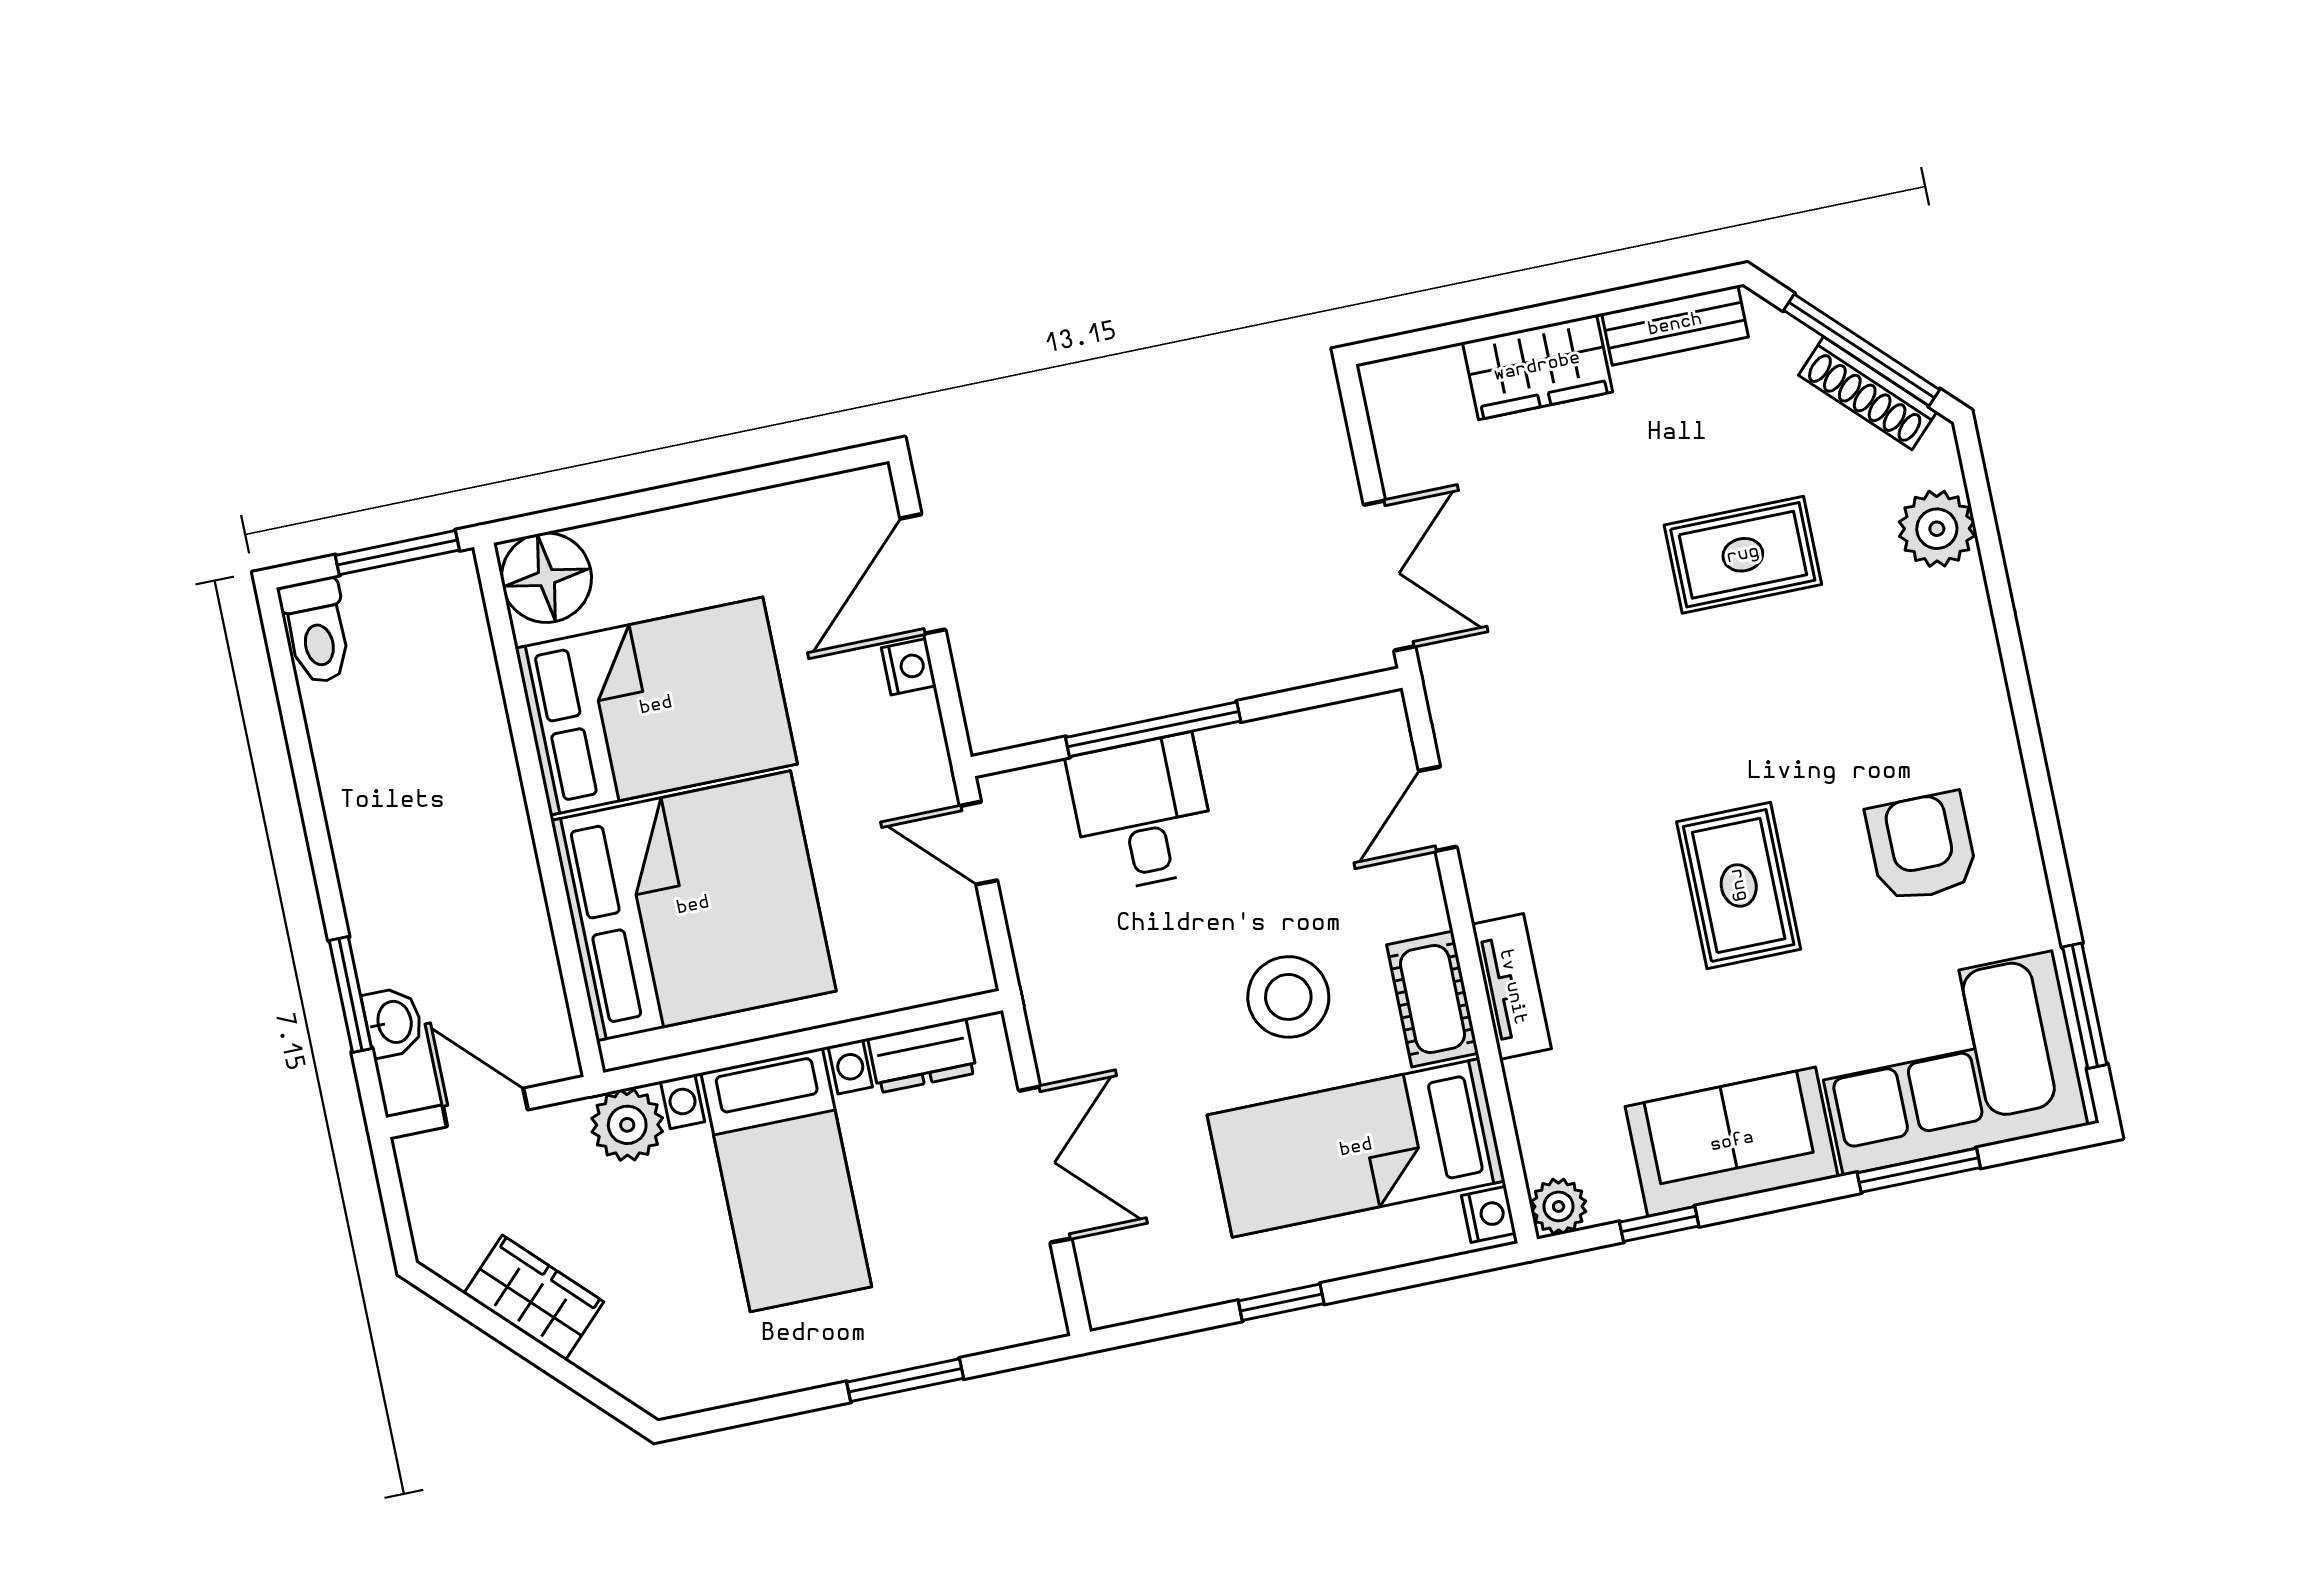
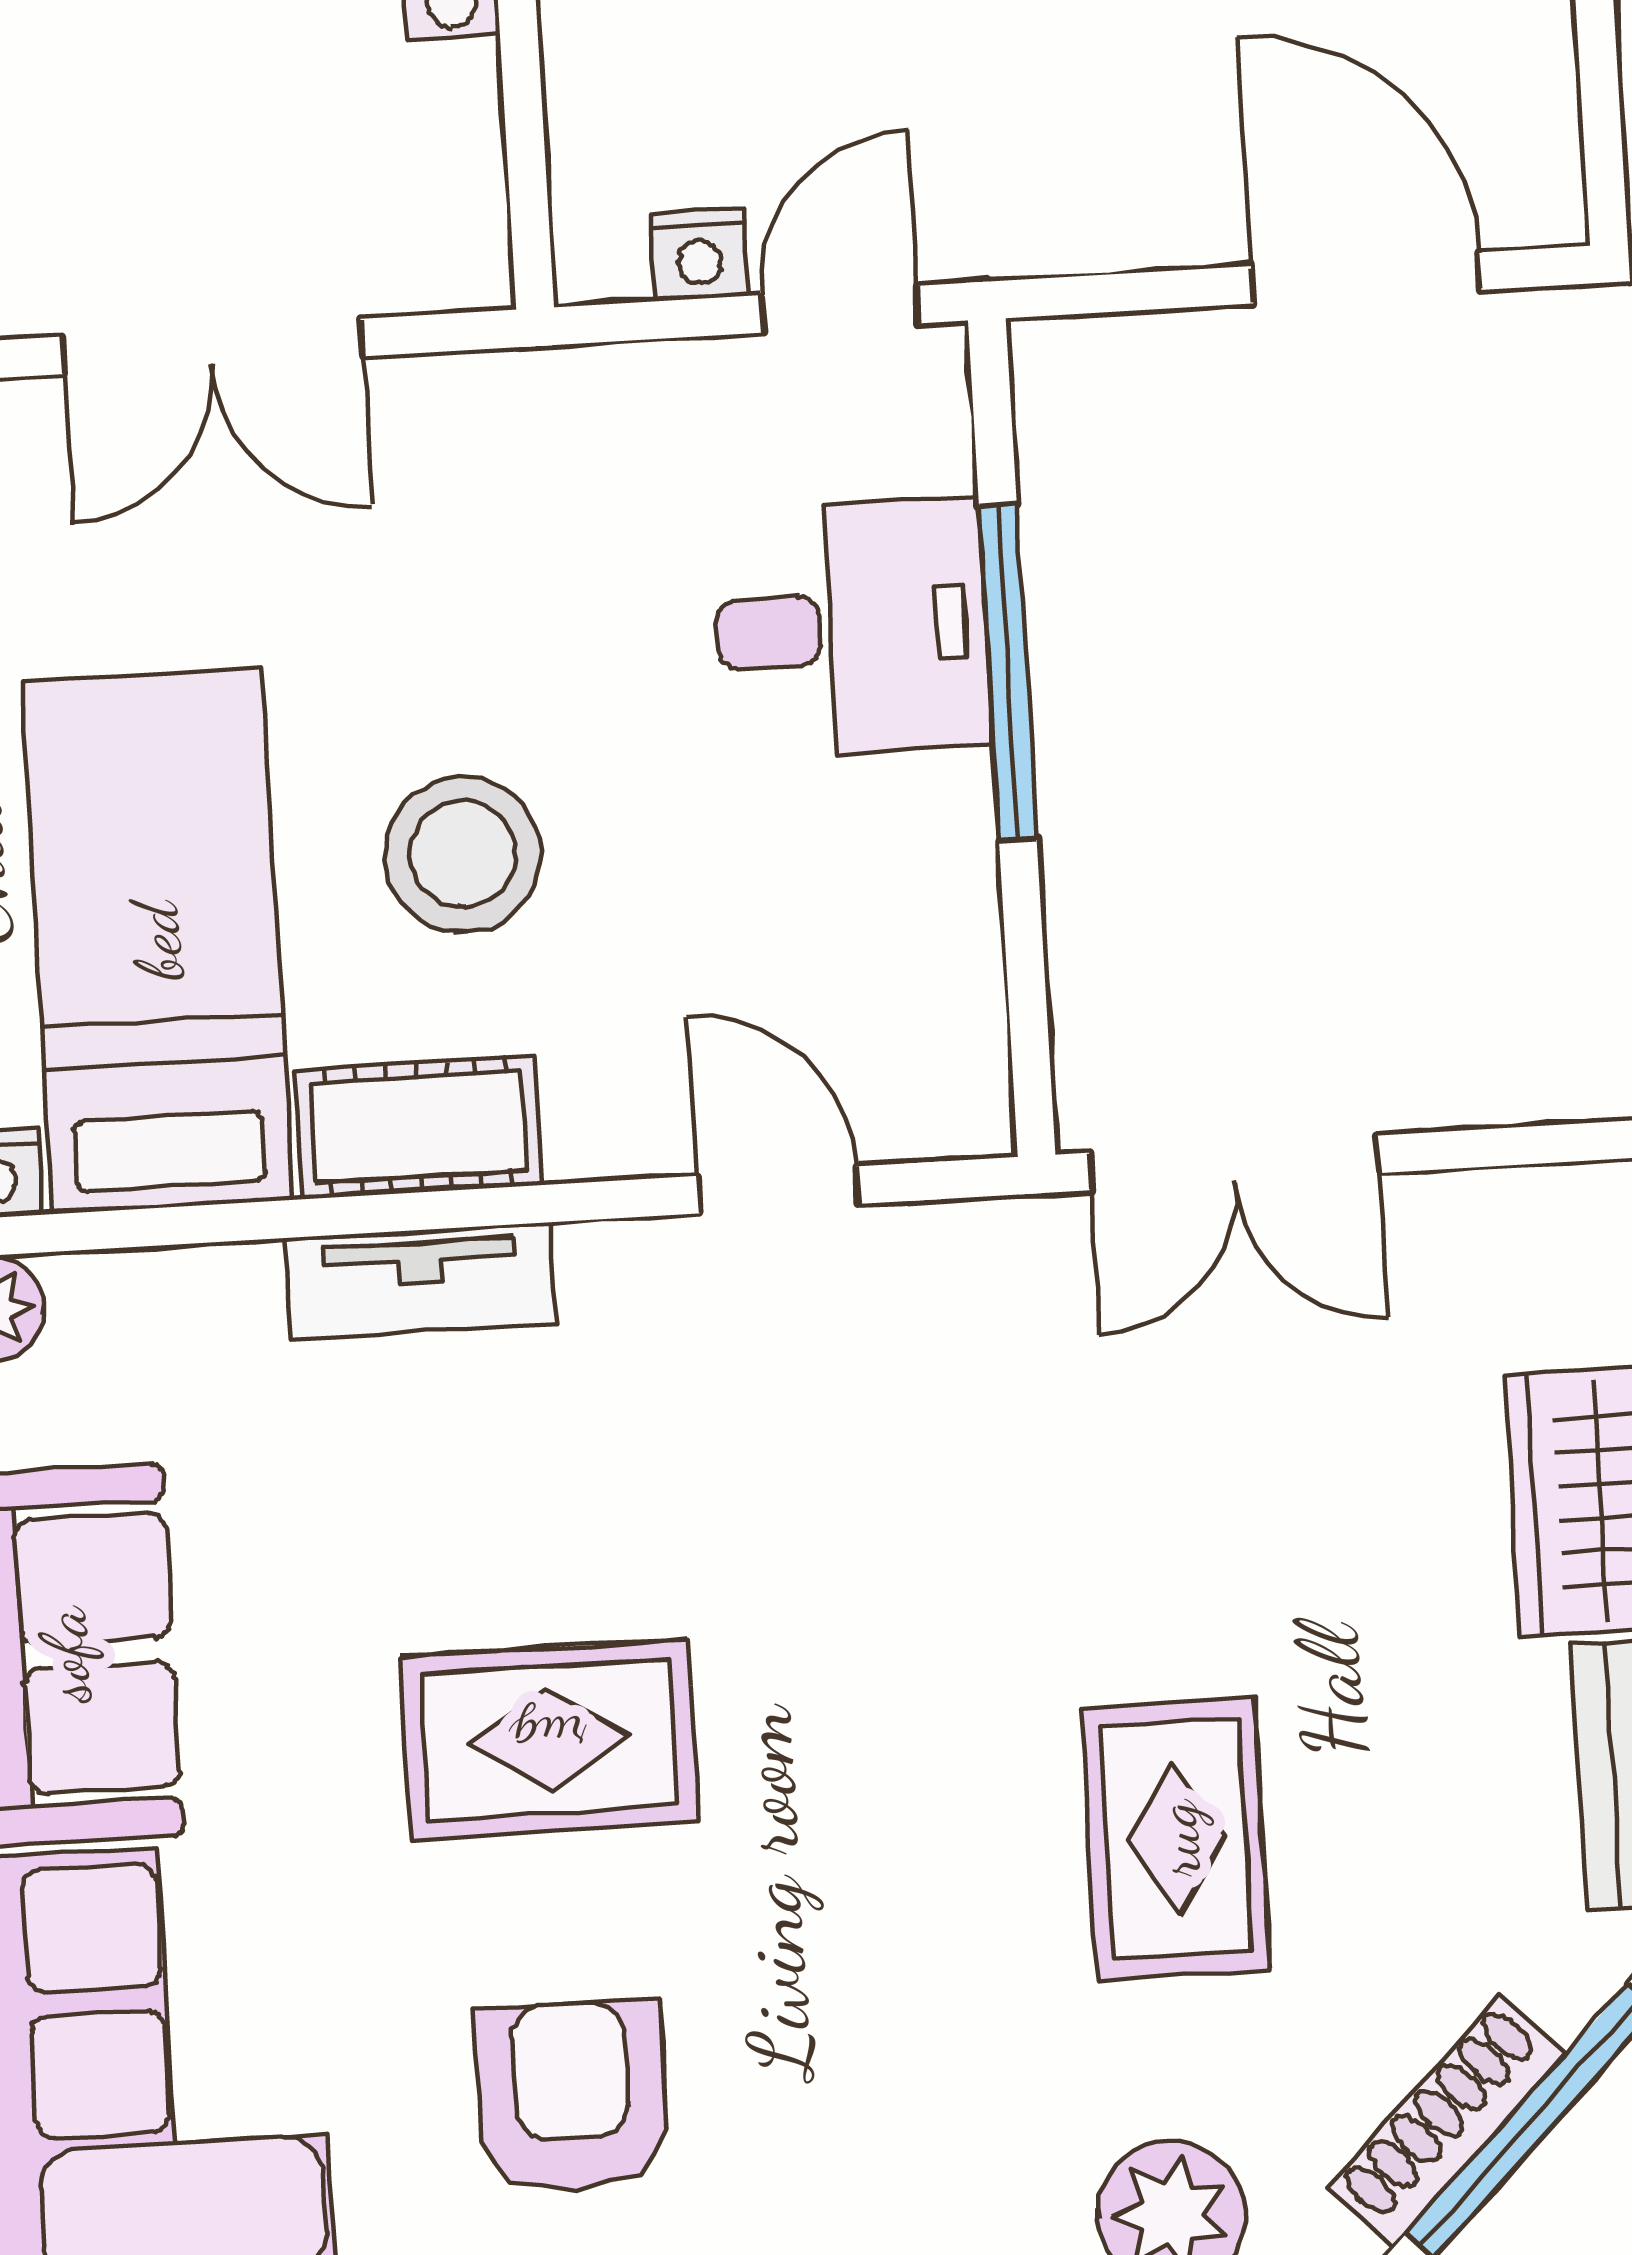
nightstand: (909, 667) -> (699, 255), moved
armchair: (1922, 847) -> (572, 2097), turned -90
dresser: (922, 1056) -> (453, 144), removed

